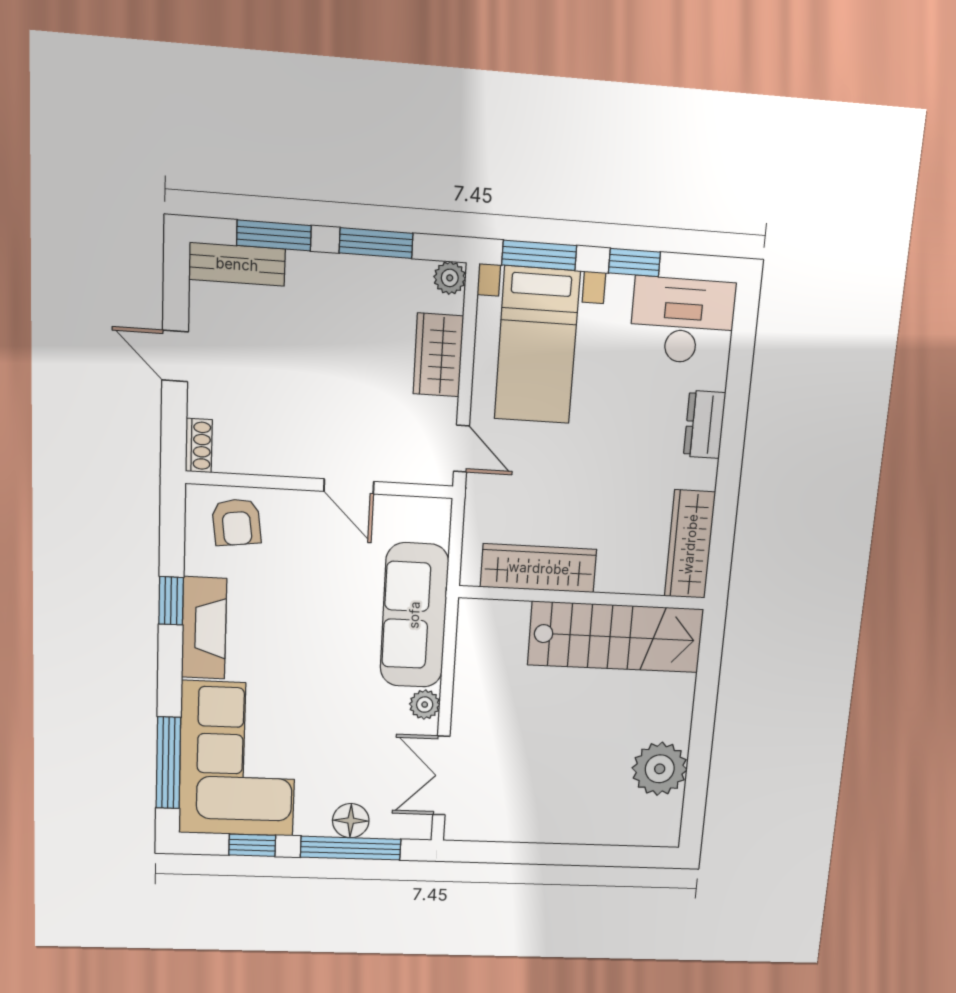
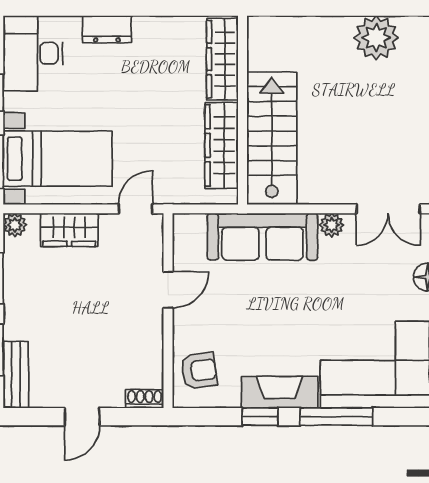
wardrobe: (690, 544) -> (222, 59), moved, turned 90
stairs: (616, 637) -> (272, 138), moved
window: (168, 763) -> (336, 417), moved

